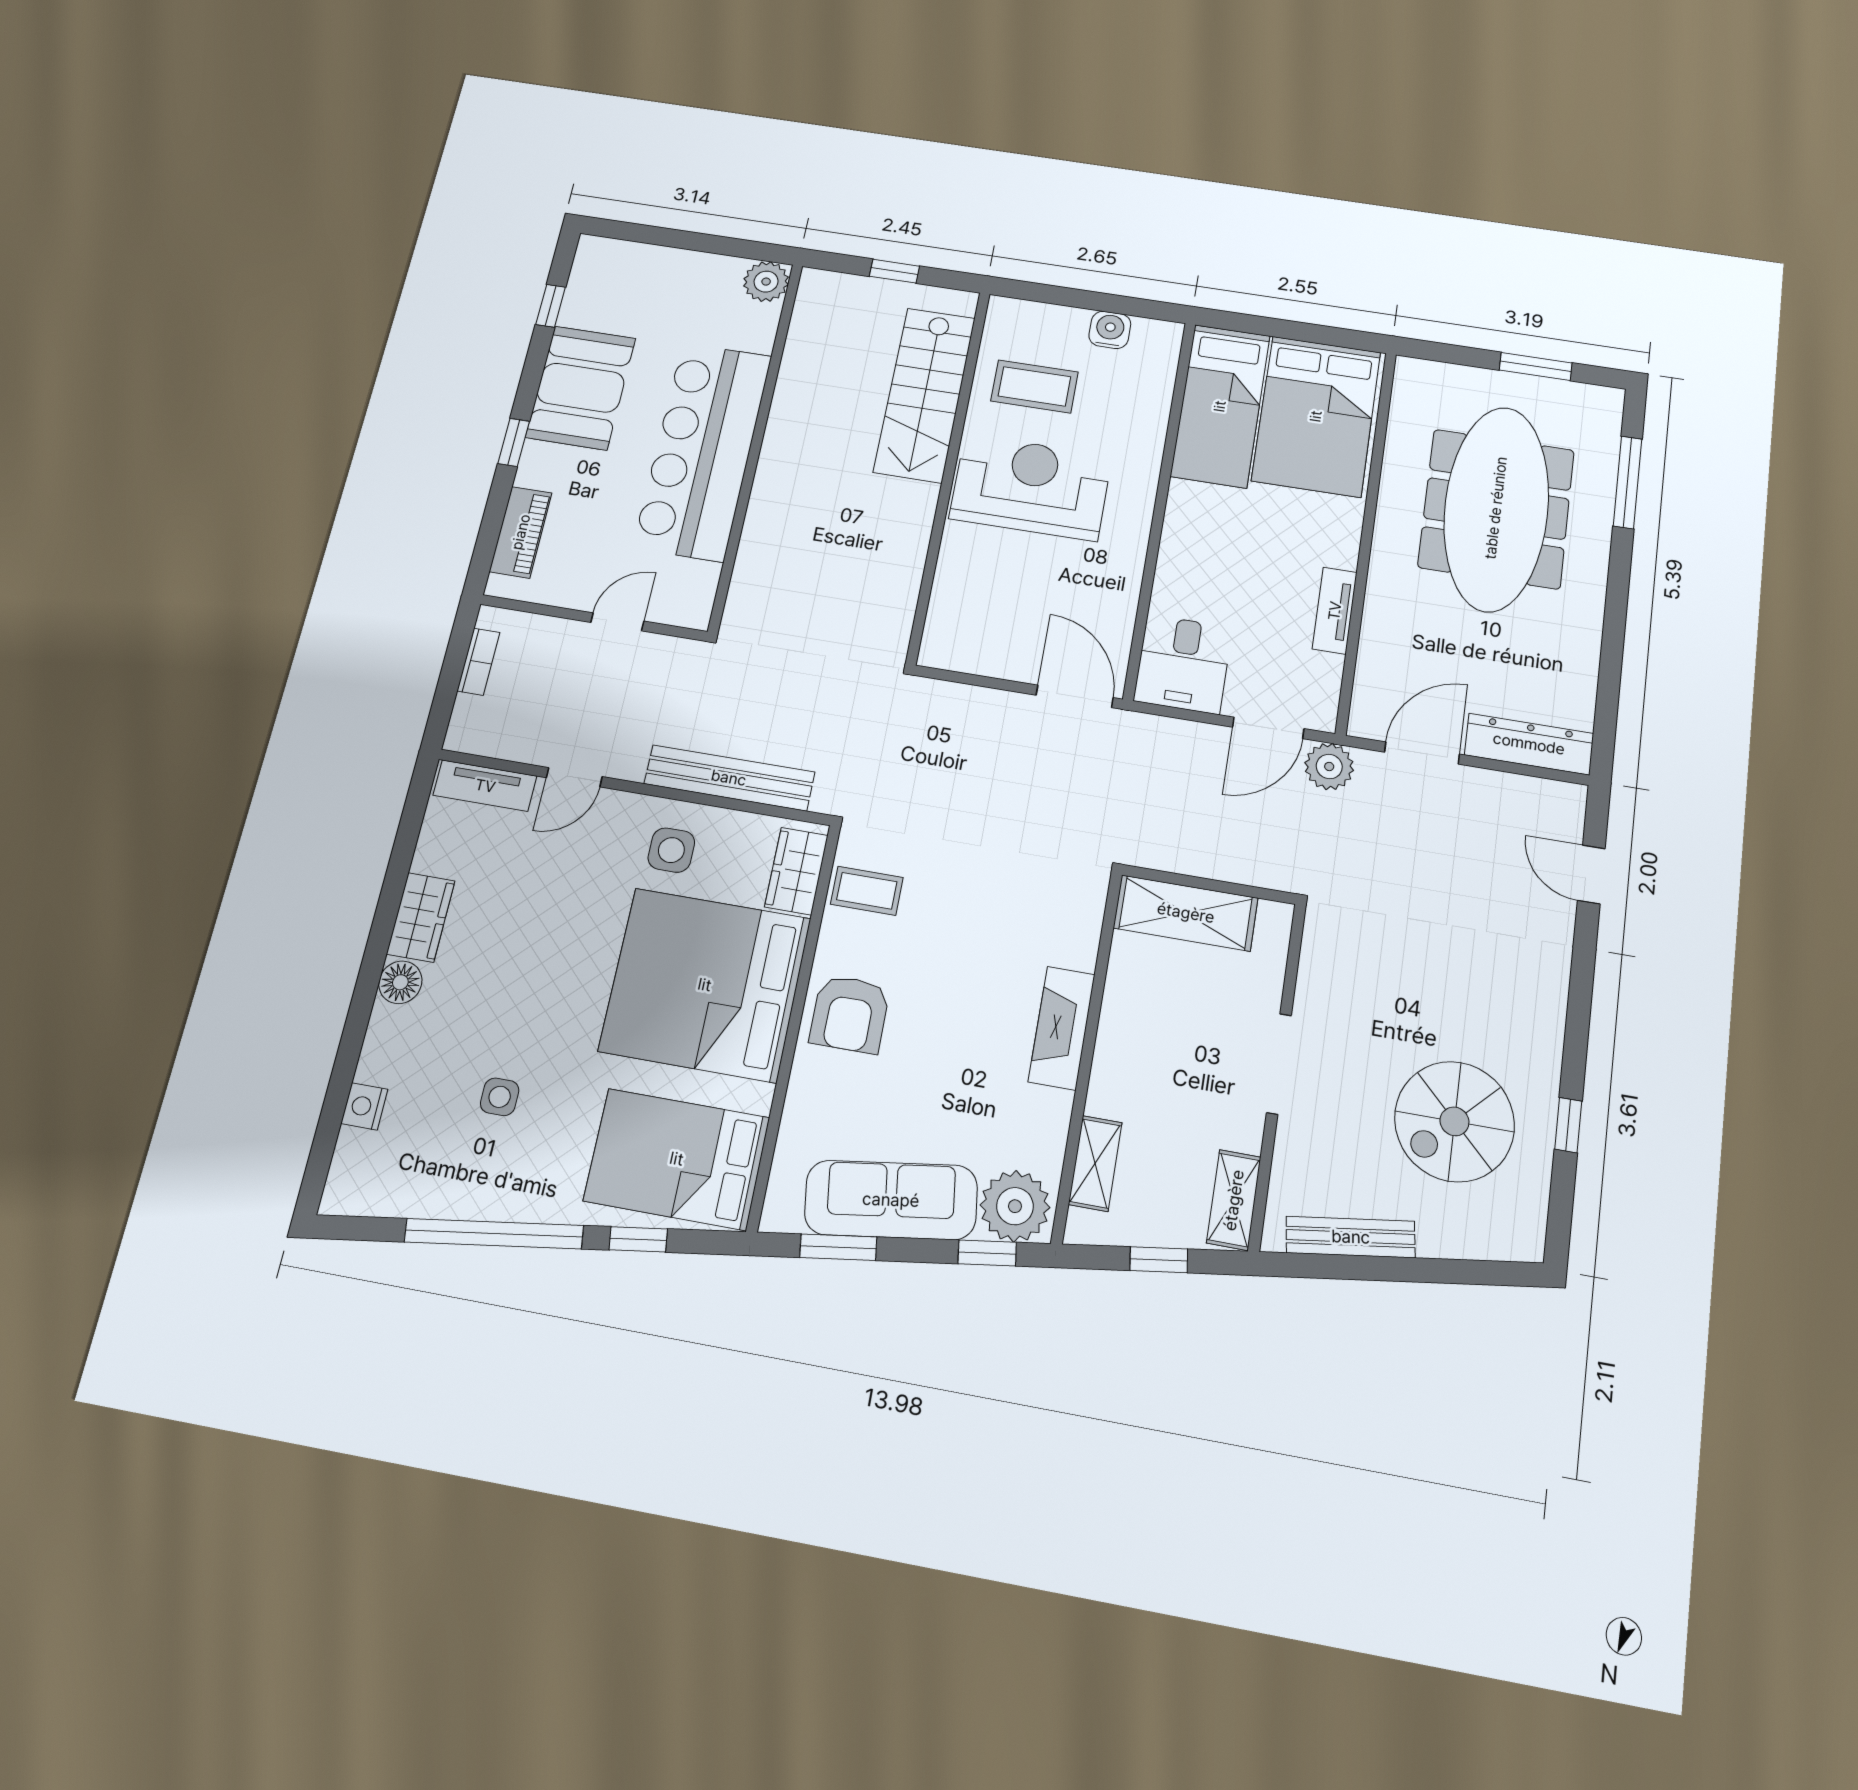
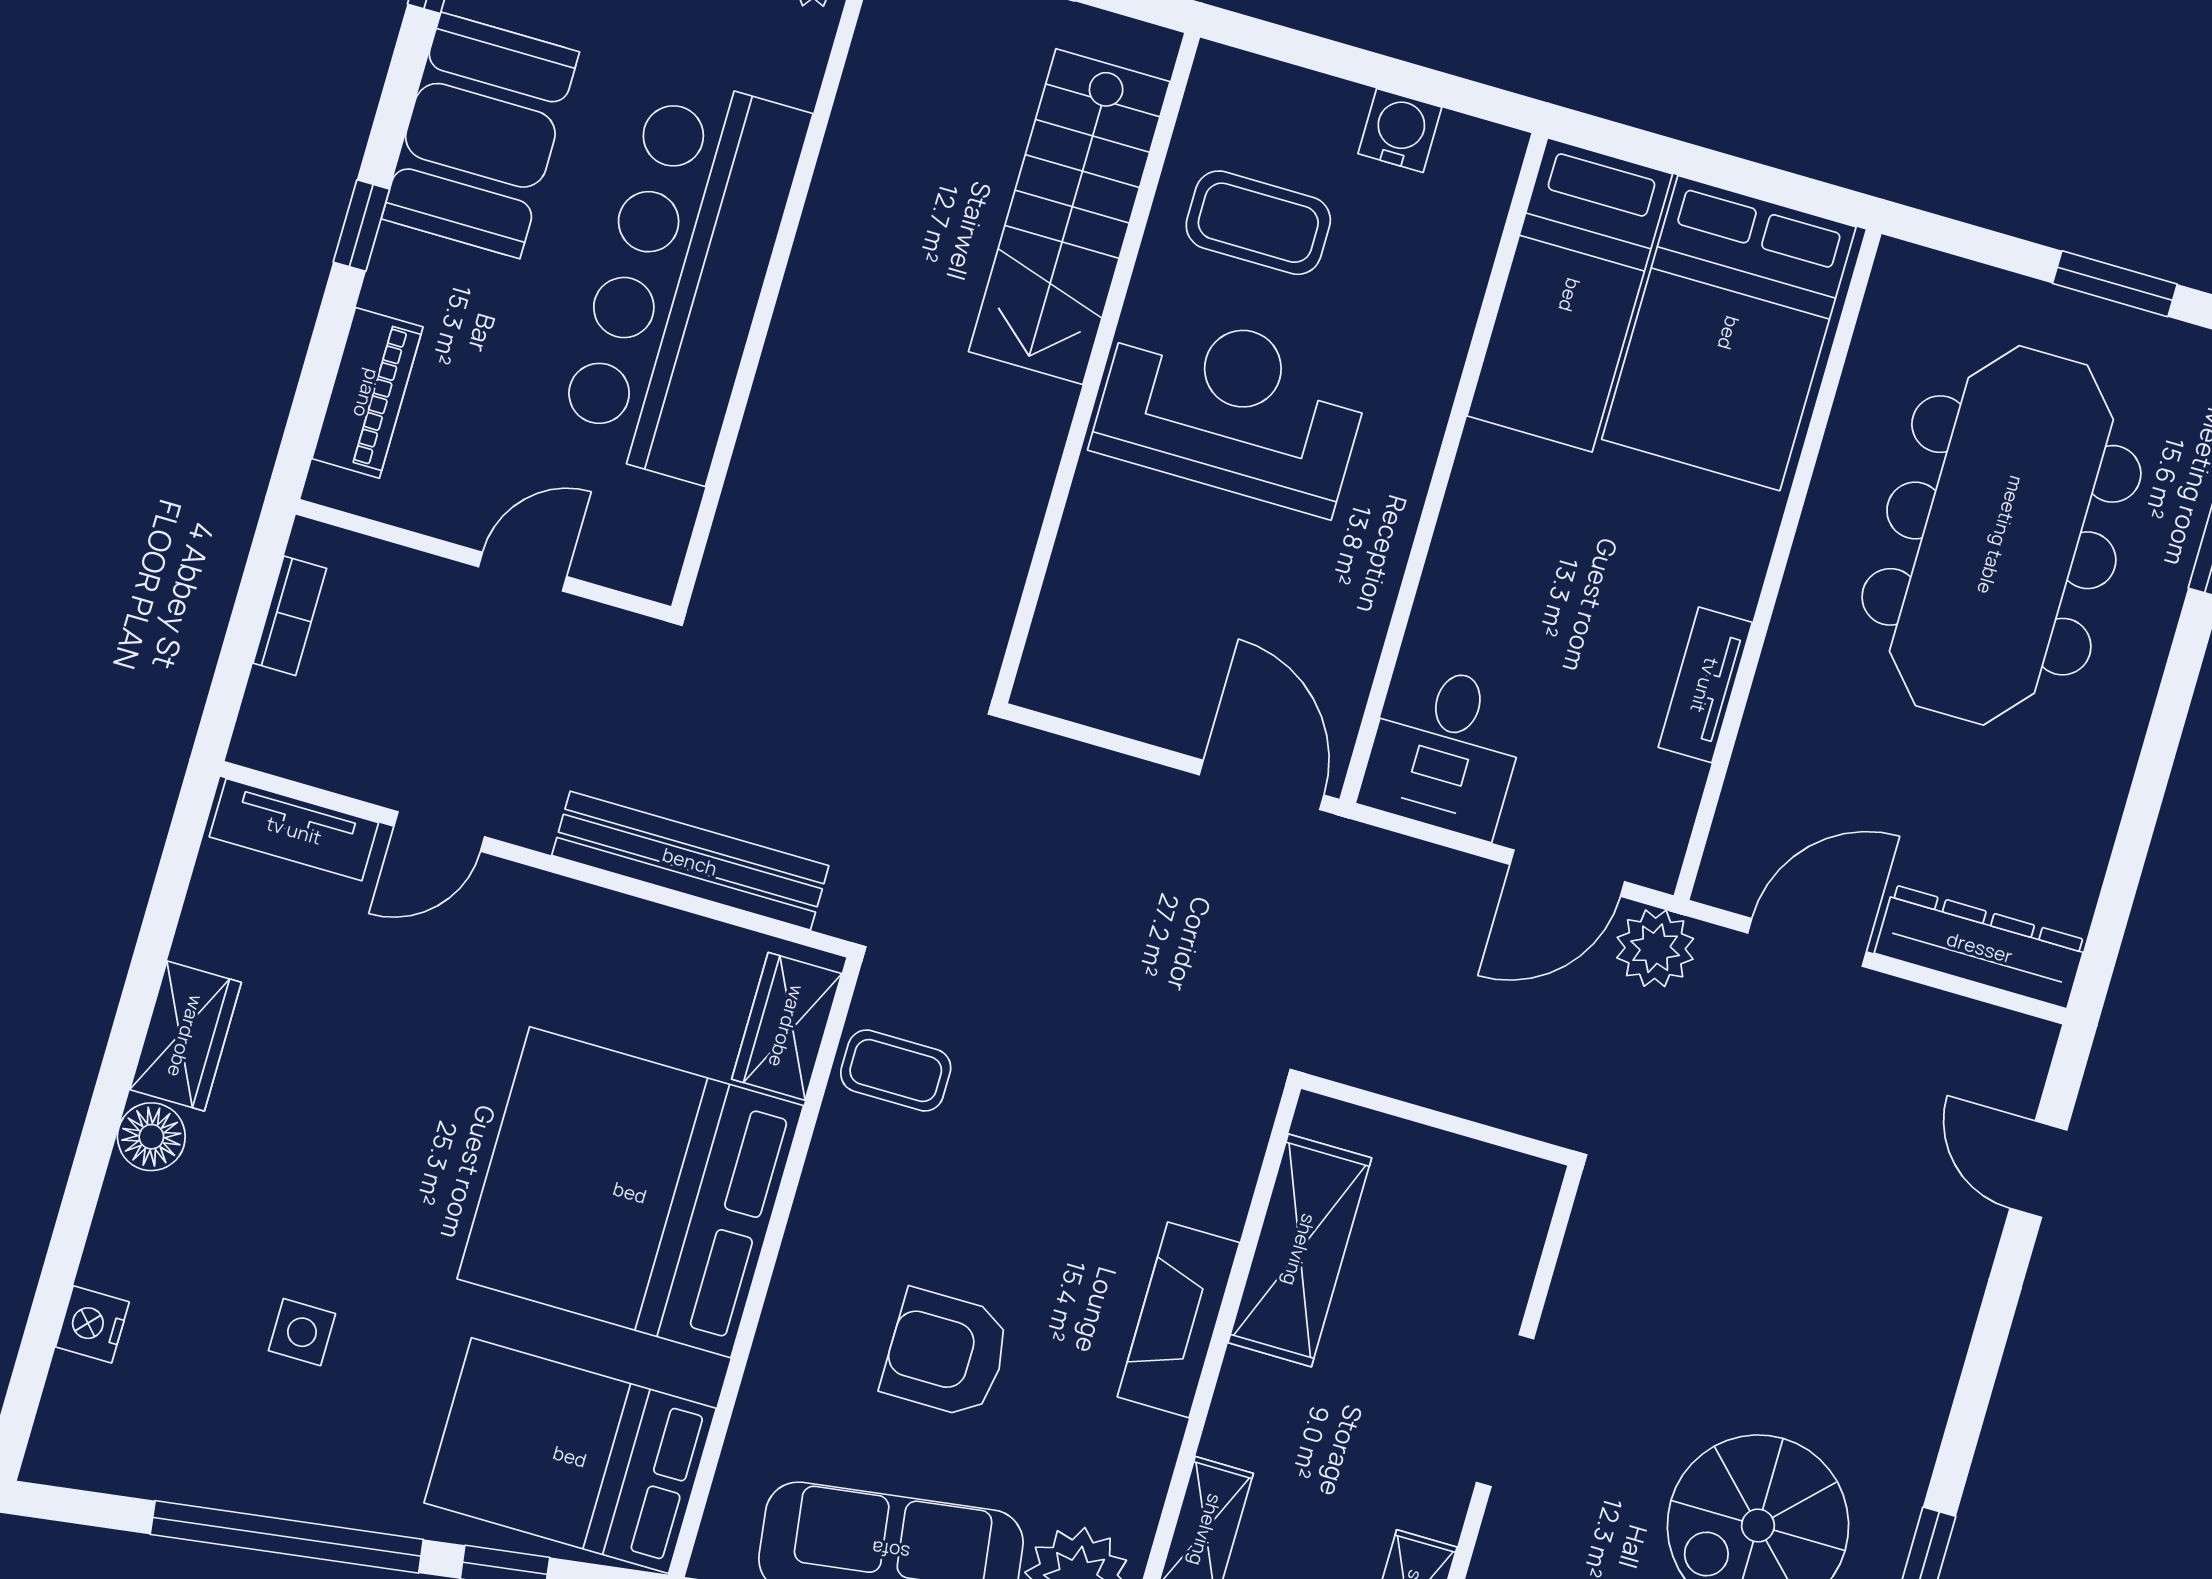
side table: (671, 850) -> (590, 970), removed
shelving: (1186, 913) -> (1300, 1250), moved, turned 90
armchair: (850, 1014) -> (946, 1353), moved, turned 90

